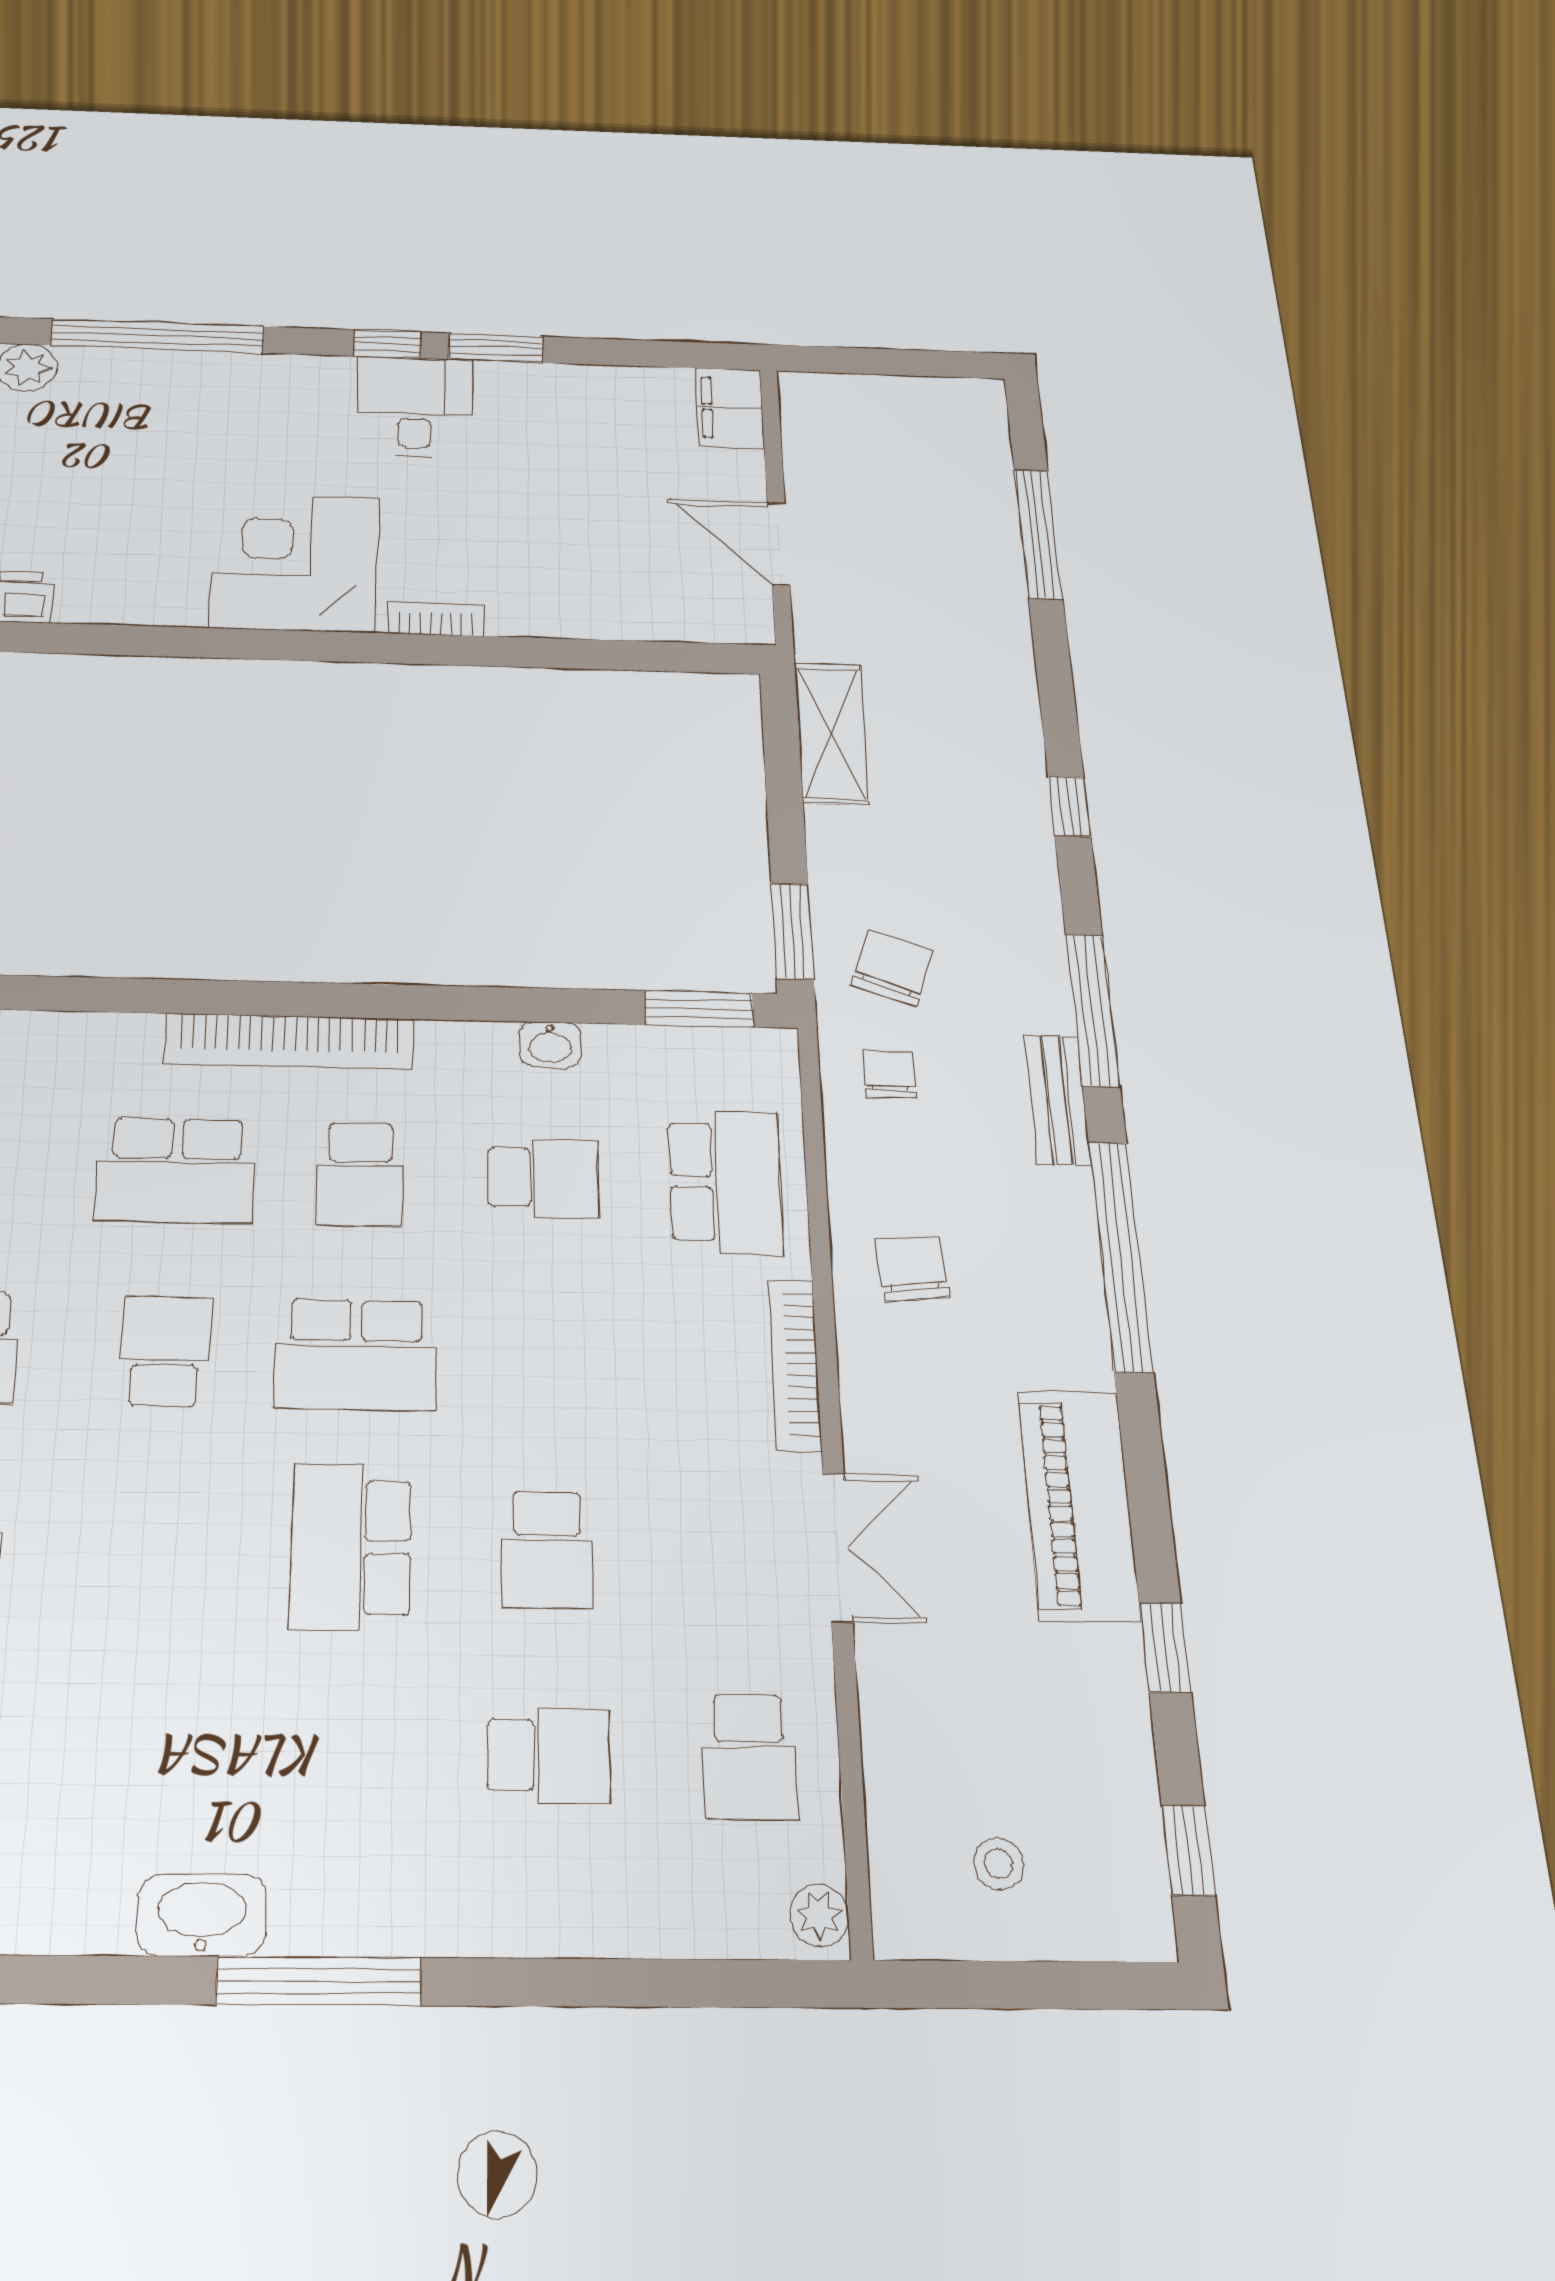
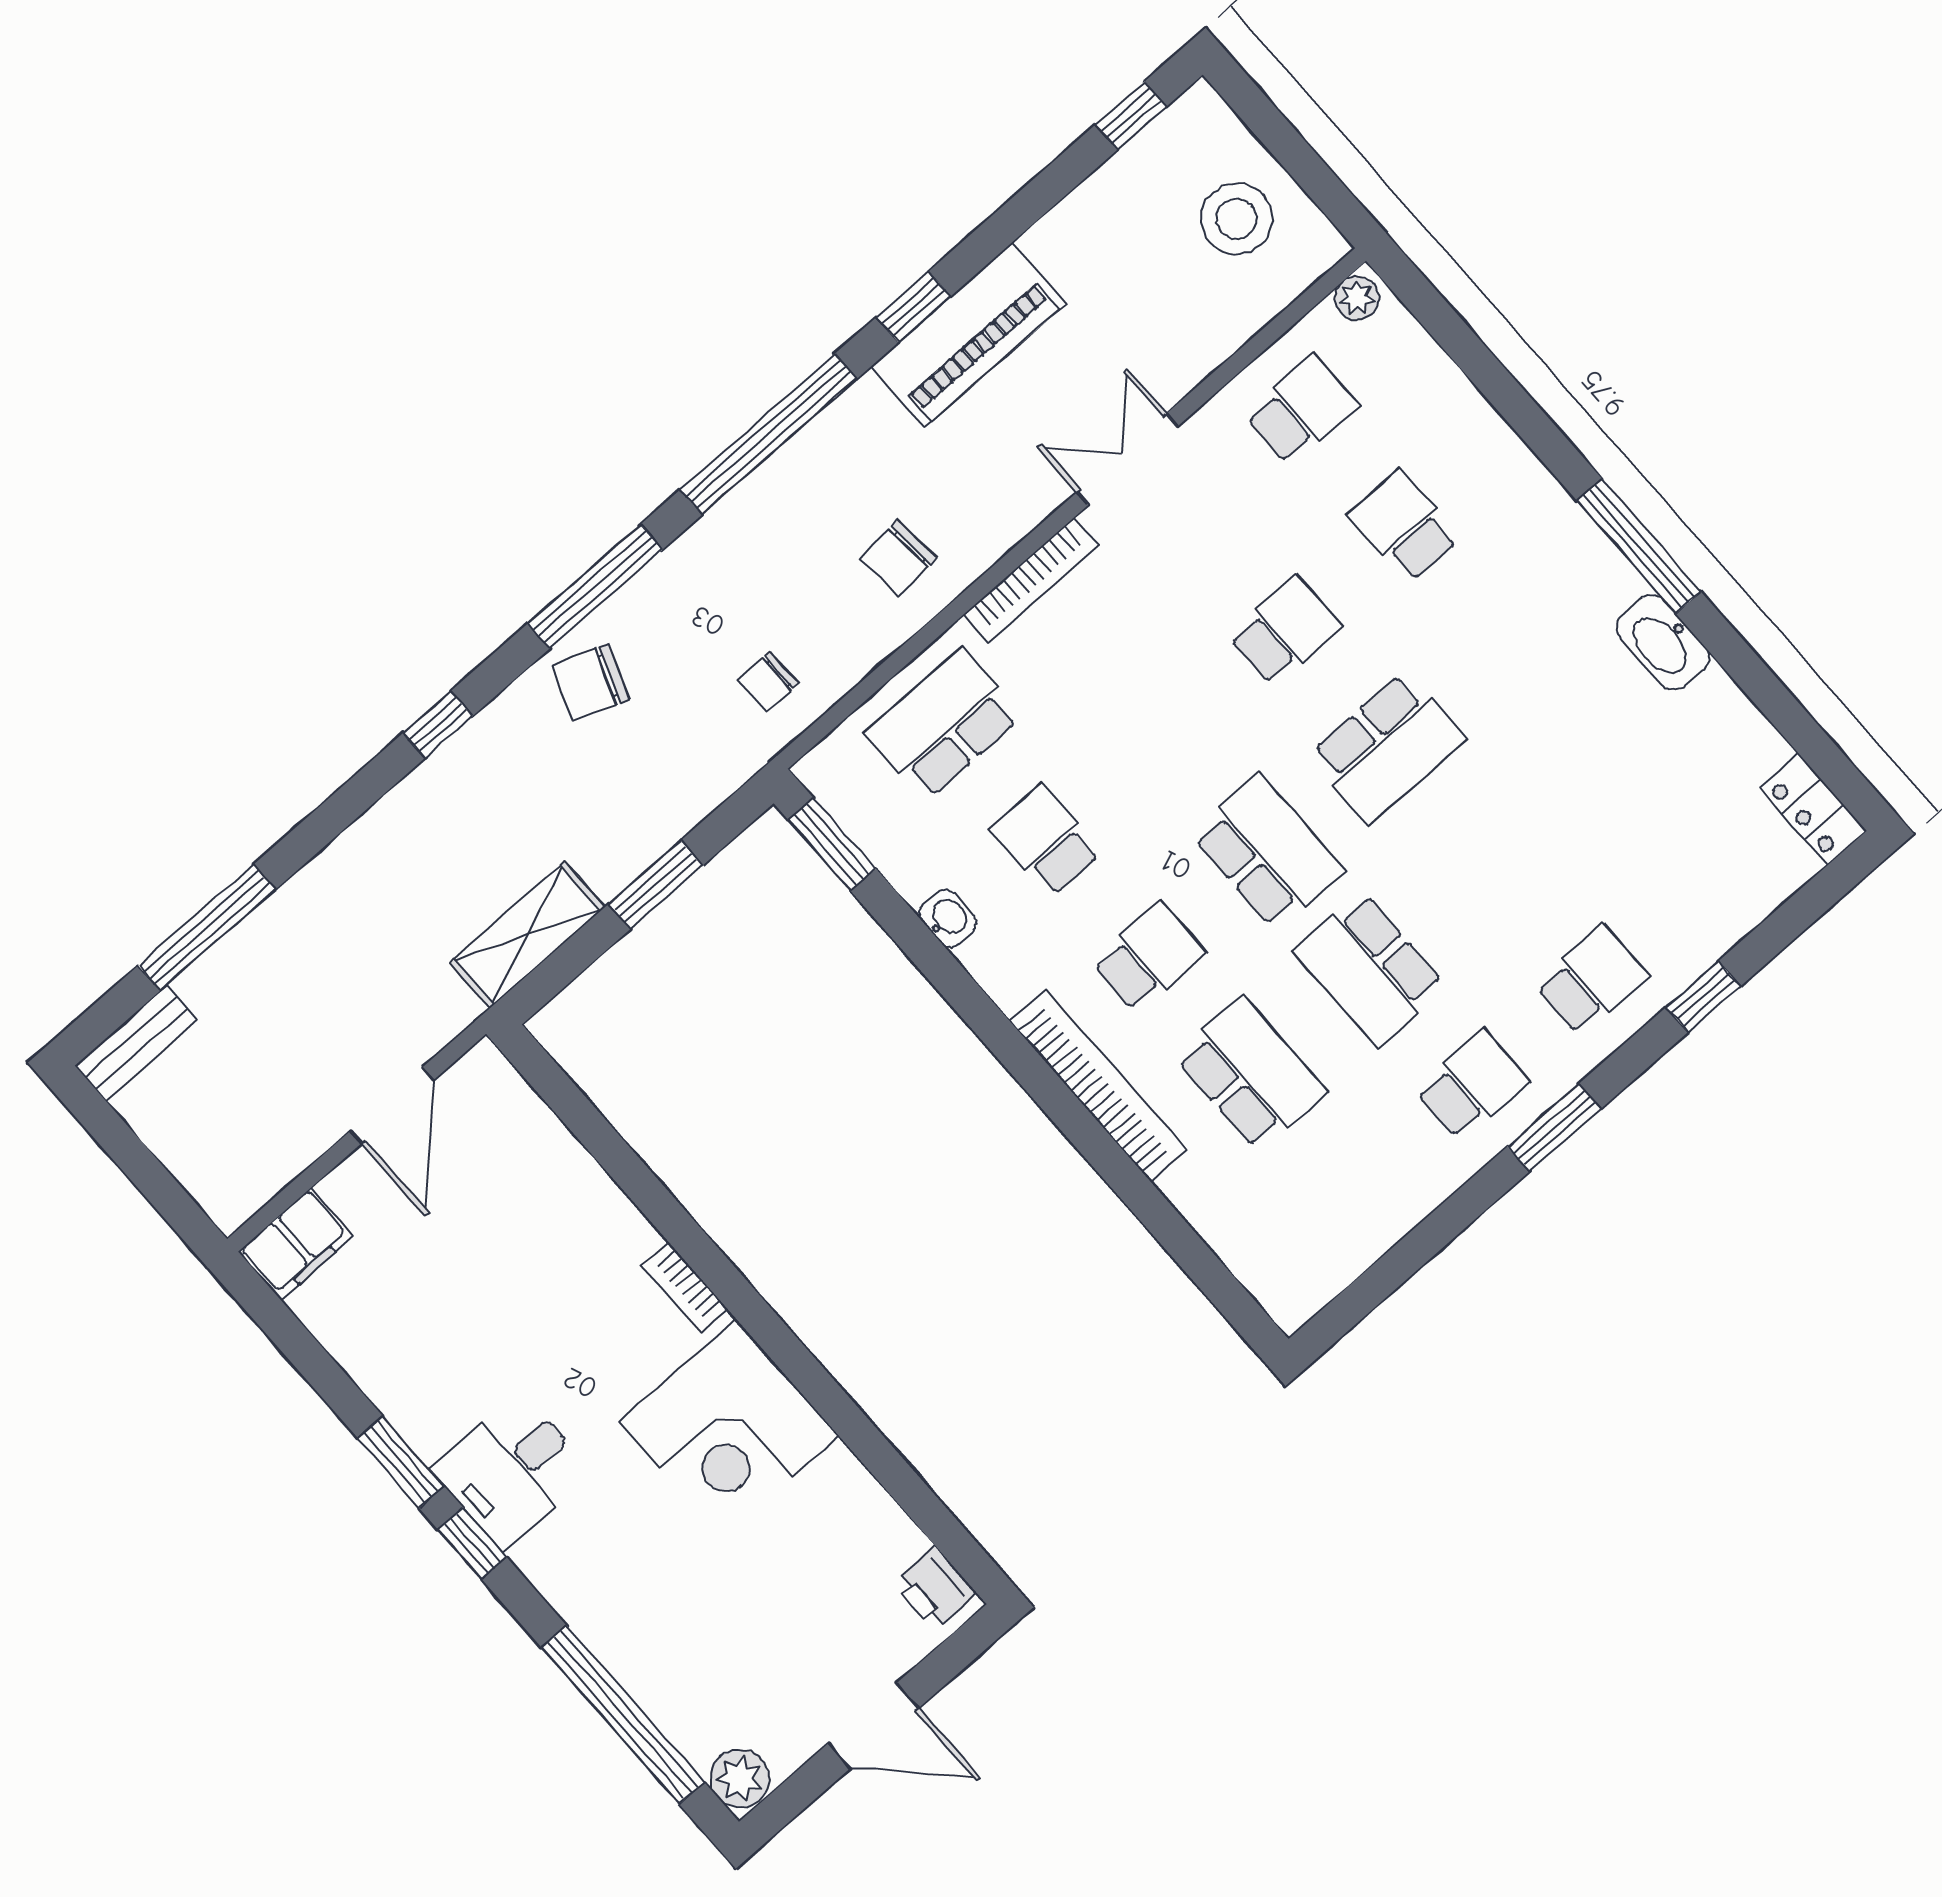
window: (792, 931) -> (656, 885), moved
chair: (892, 968) -> (591, 682), moved
bench: (1058, 1100) -> (136, 1043), moved
school desk: (165, 1351) -> (1370, 969), width x1.85
window: (1165, 1648) -> (913, 307), moved
stool: (999, 1863) -> (1236, 219), width x1.89, depth x1.89

